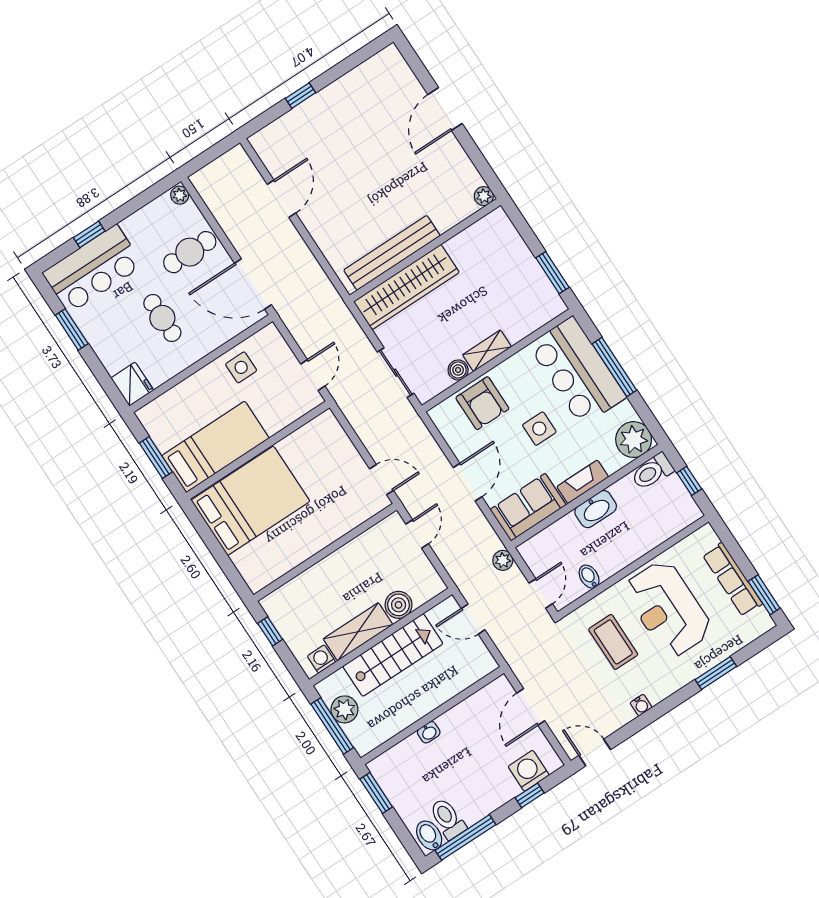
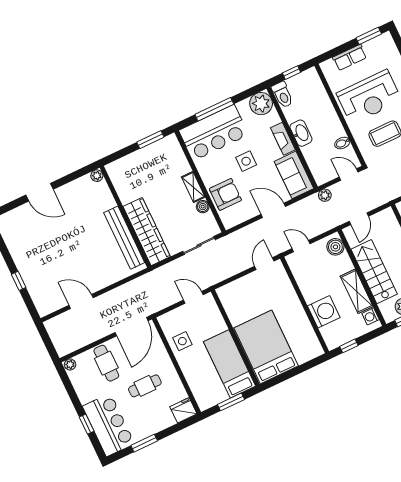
row of seats: (732, 579) -> (350, 57), width x0.68
washing machine: (319, 584) -> (324, 312), added
boiler: (399, 605) -> (335, 247), moved

